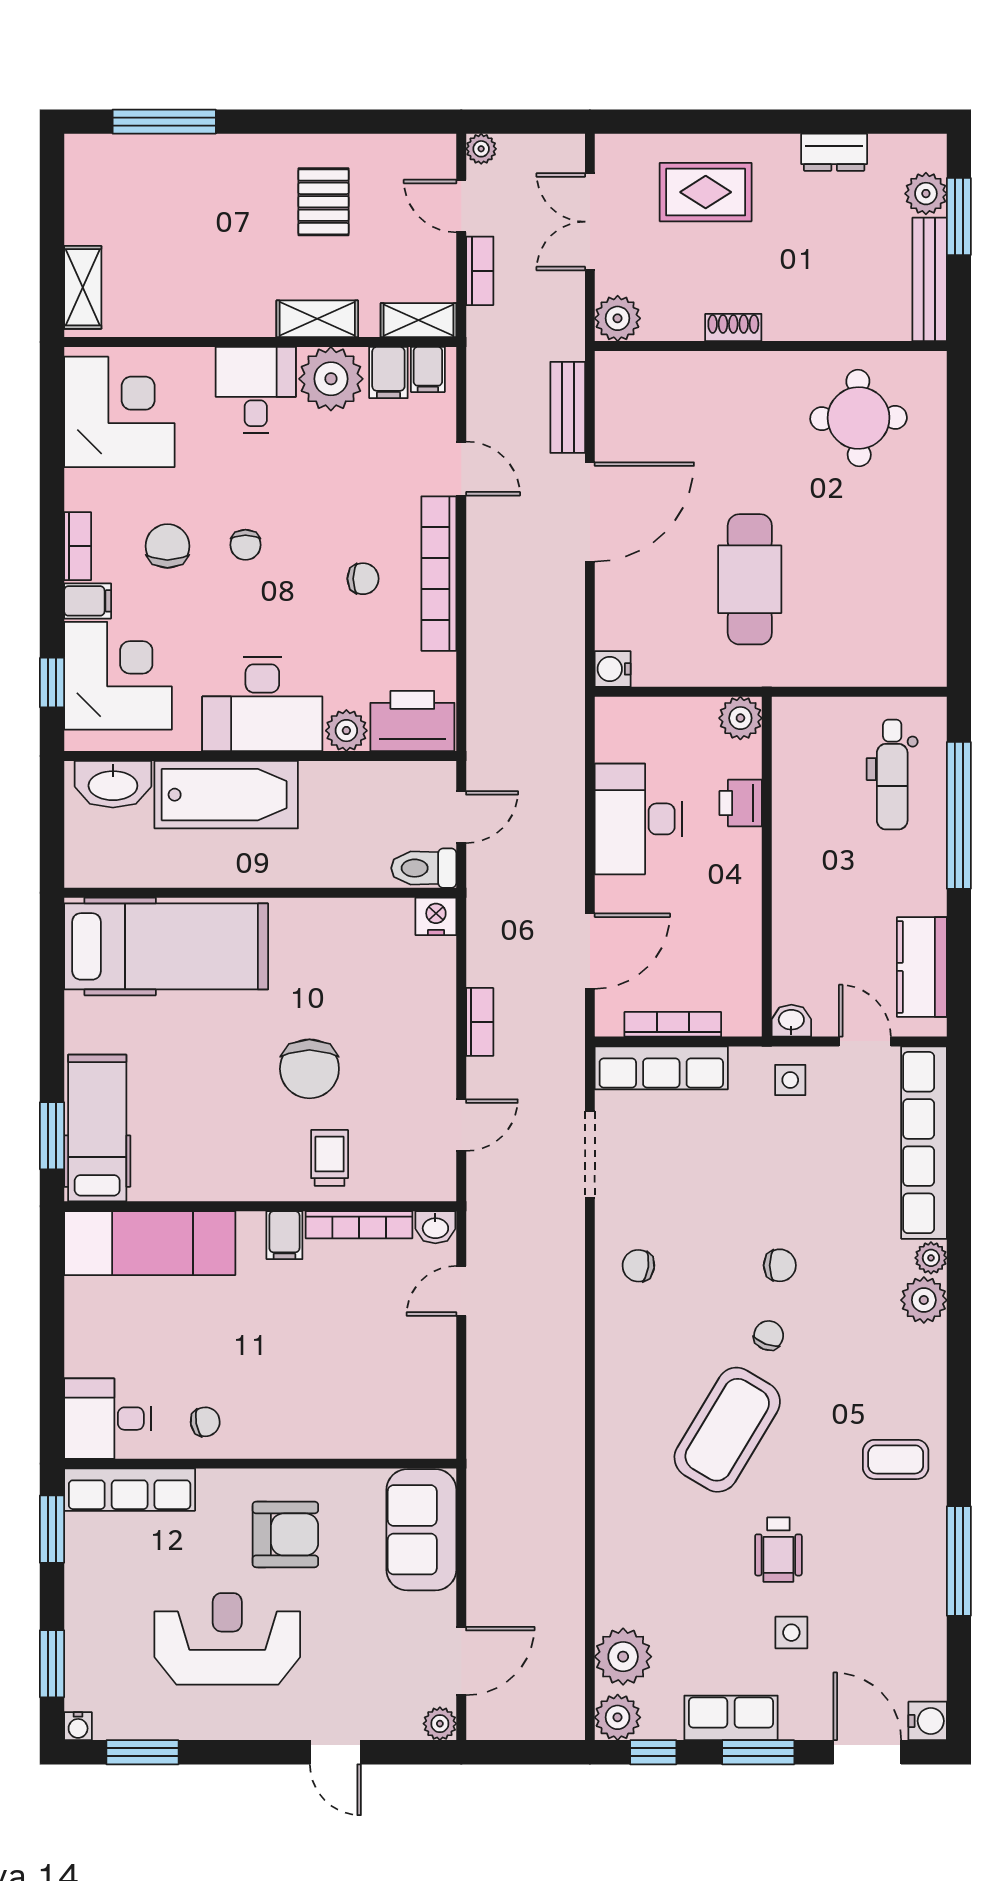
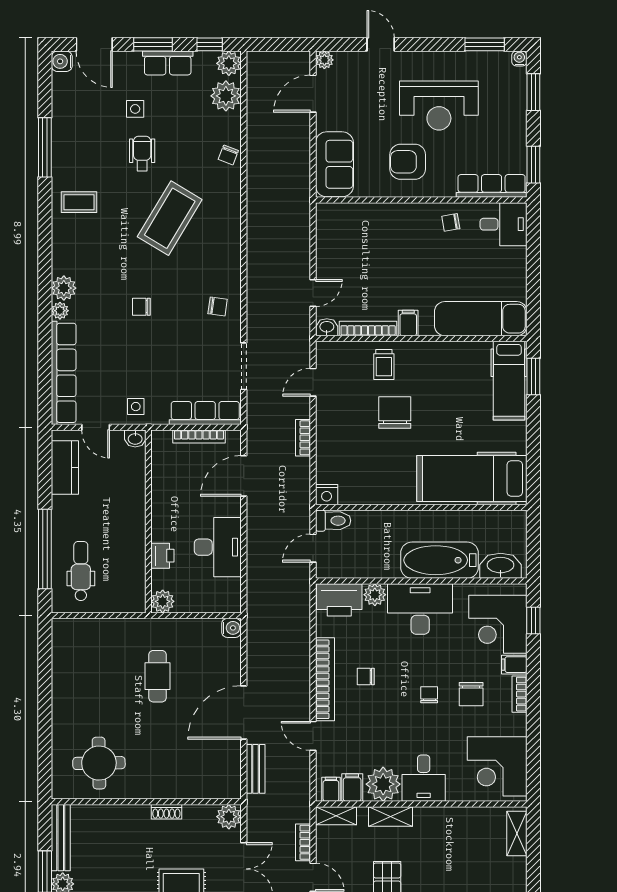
cafe table: (750, 579) -> (158, 676), width x0.73, depth x0.74
chair: (769, 1335) -> (228, 155), moved

